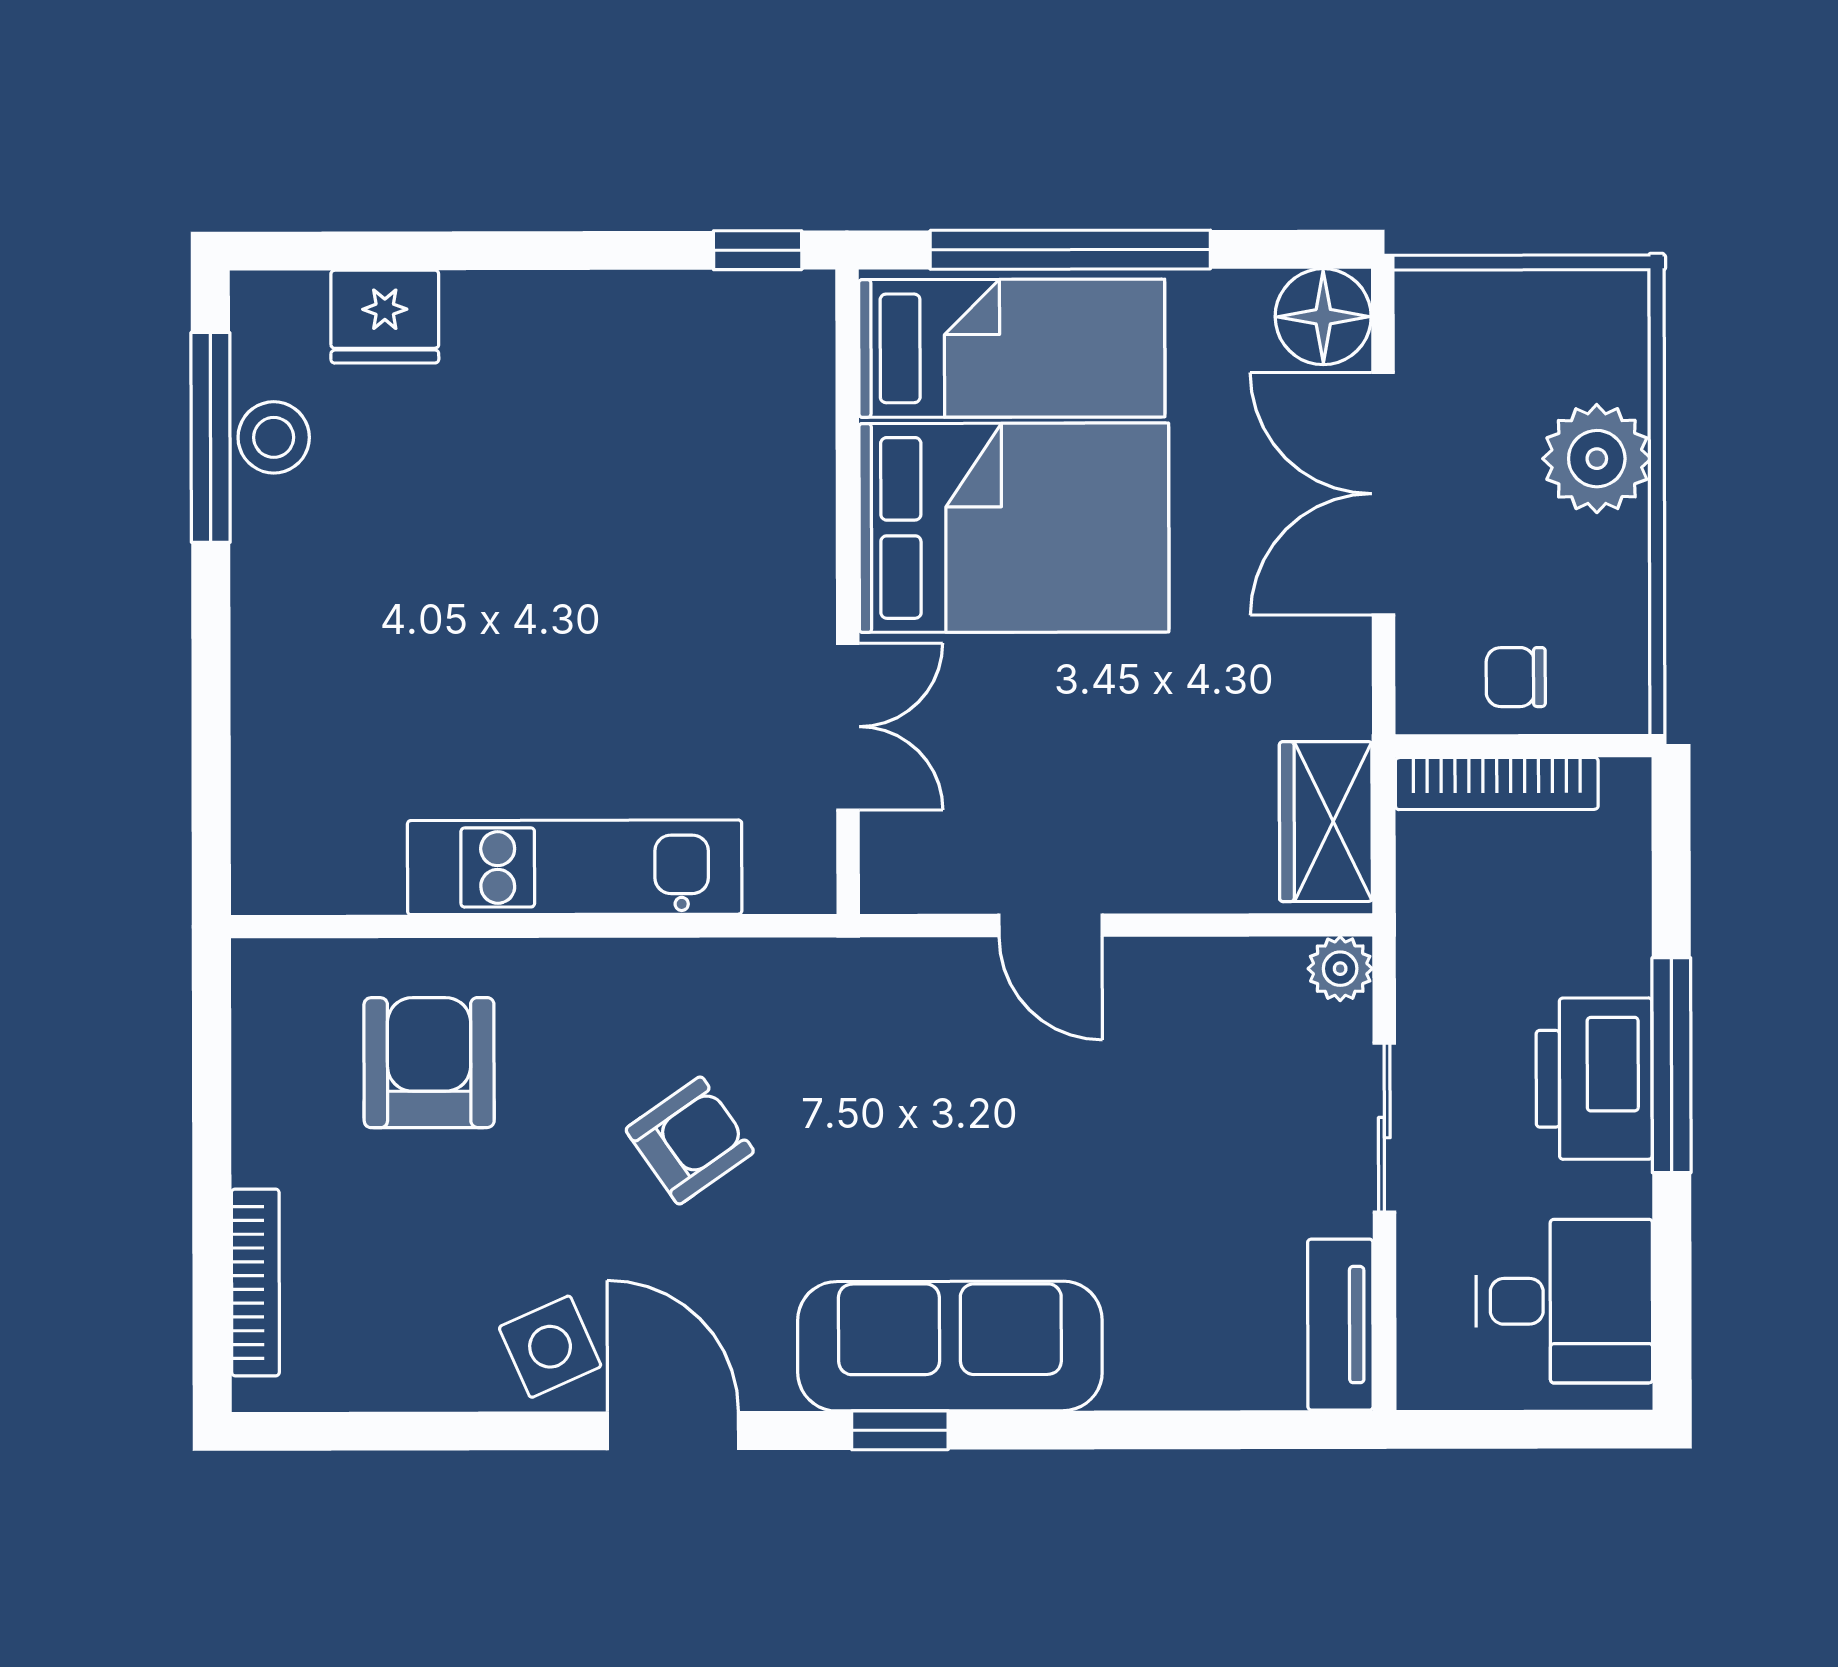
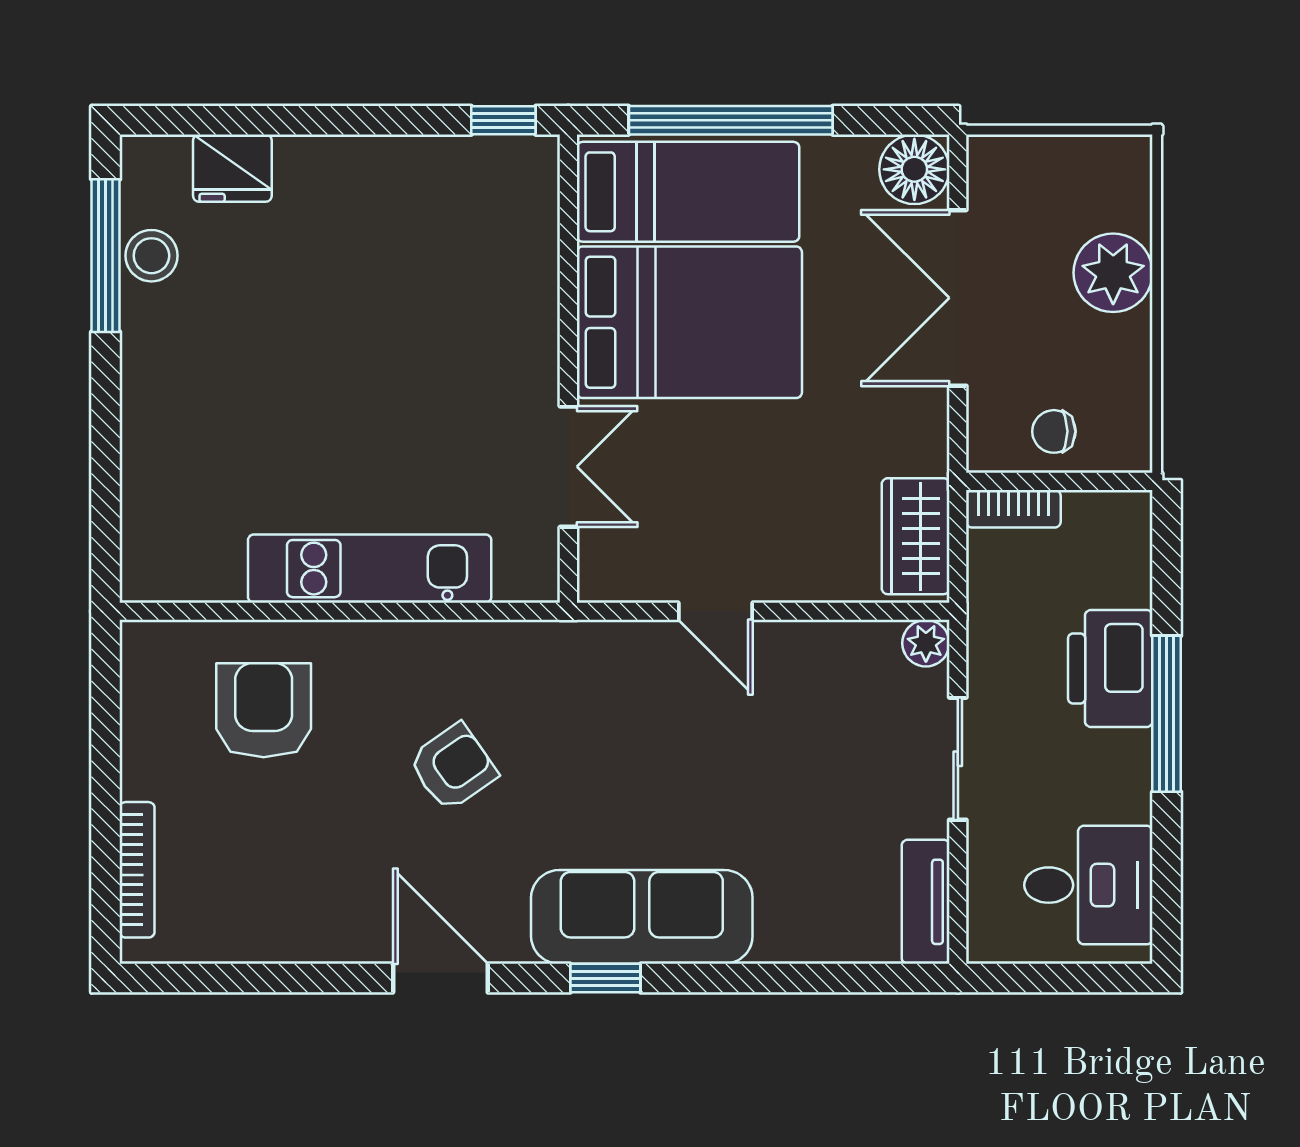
bookcase: (1497, 784) -> (1013, 509), width x0.64
printer: (1594, 1079) -> (1110, 669), moved
side table: (550, 1347) -> (351, 917), removed

